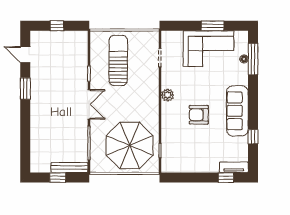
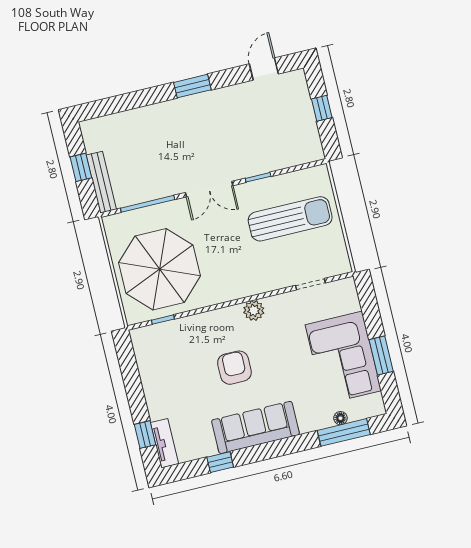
window: (25, 89) -> (192, 86), moved

